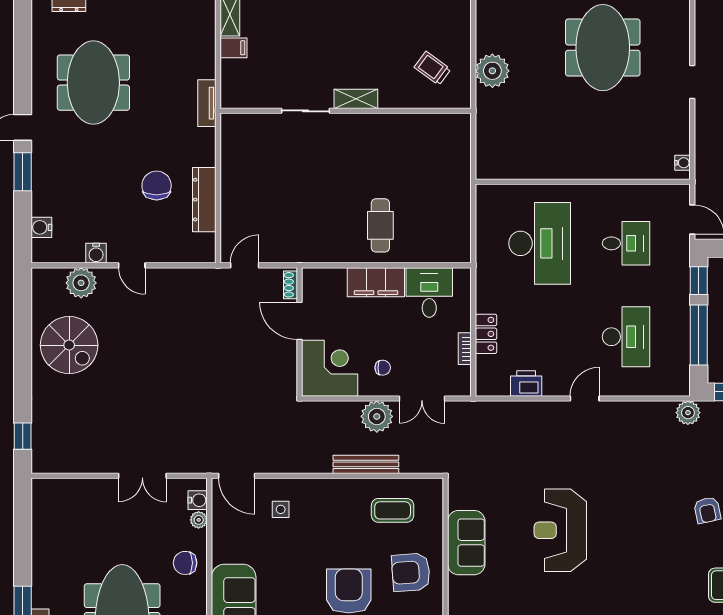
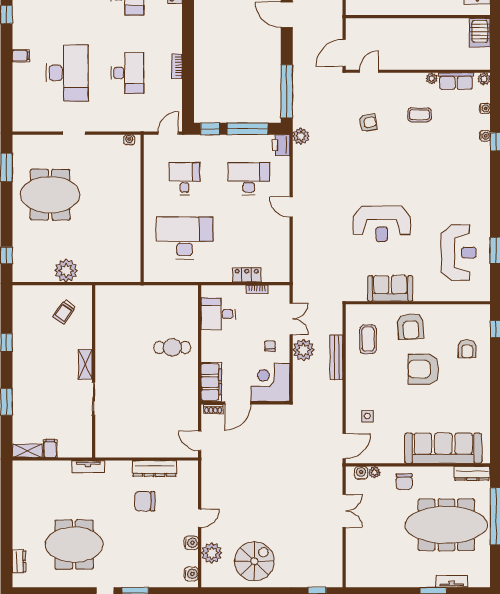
water cooler: (41, 227) -> (191, 574), moved, turned -90
filing cabinet: (376, 282) -> (211, 382), moved
printer: (526, 384) -> (281, 145), moved

